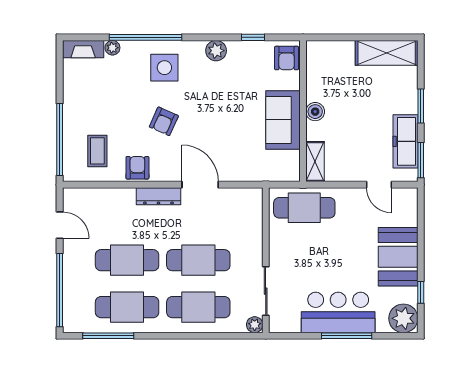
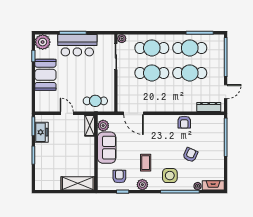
shelving: (387, 53) -> (78, 183), moved
armchair: (287, 58) -> (119, 176), moved
boiler: (315, 112) -> (90, 152), removed
armchair: (164, 121) -> (190, 155), moved
freezer: (405, 141) -> (41, 132), width x0.71
coffee table: (97, 151) -> (146, 163), moved
plant: (290, 161) -> (103, 126), added
door: (200, 185) -> (134, 113), moved
door: (379, 185) -> (67, 113), moved
dresser: (158, 196) -> (209, 107), moved
cafe table: (304, 208) -> (95, 101), width x0.73, depth x0.74
door: (60, 225) -> (226, 92), swing flipped

